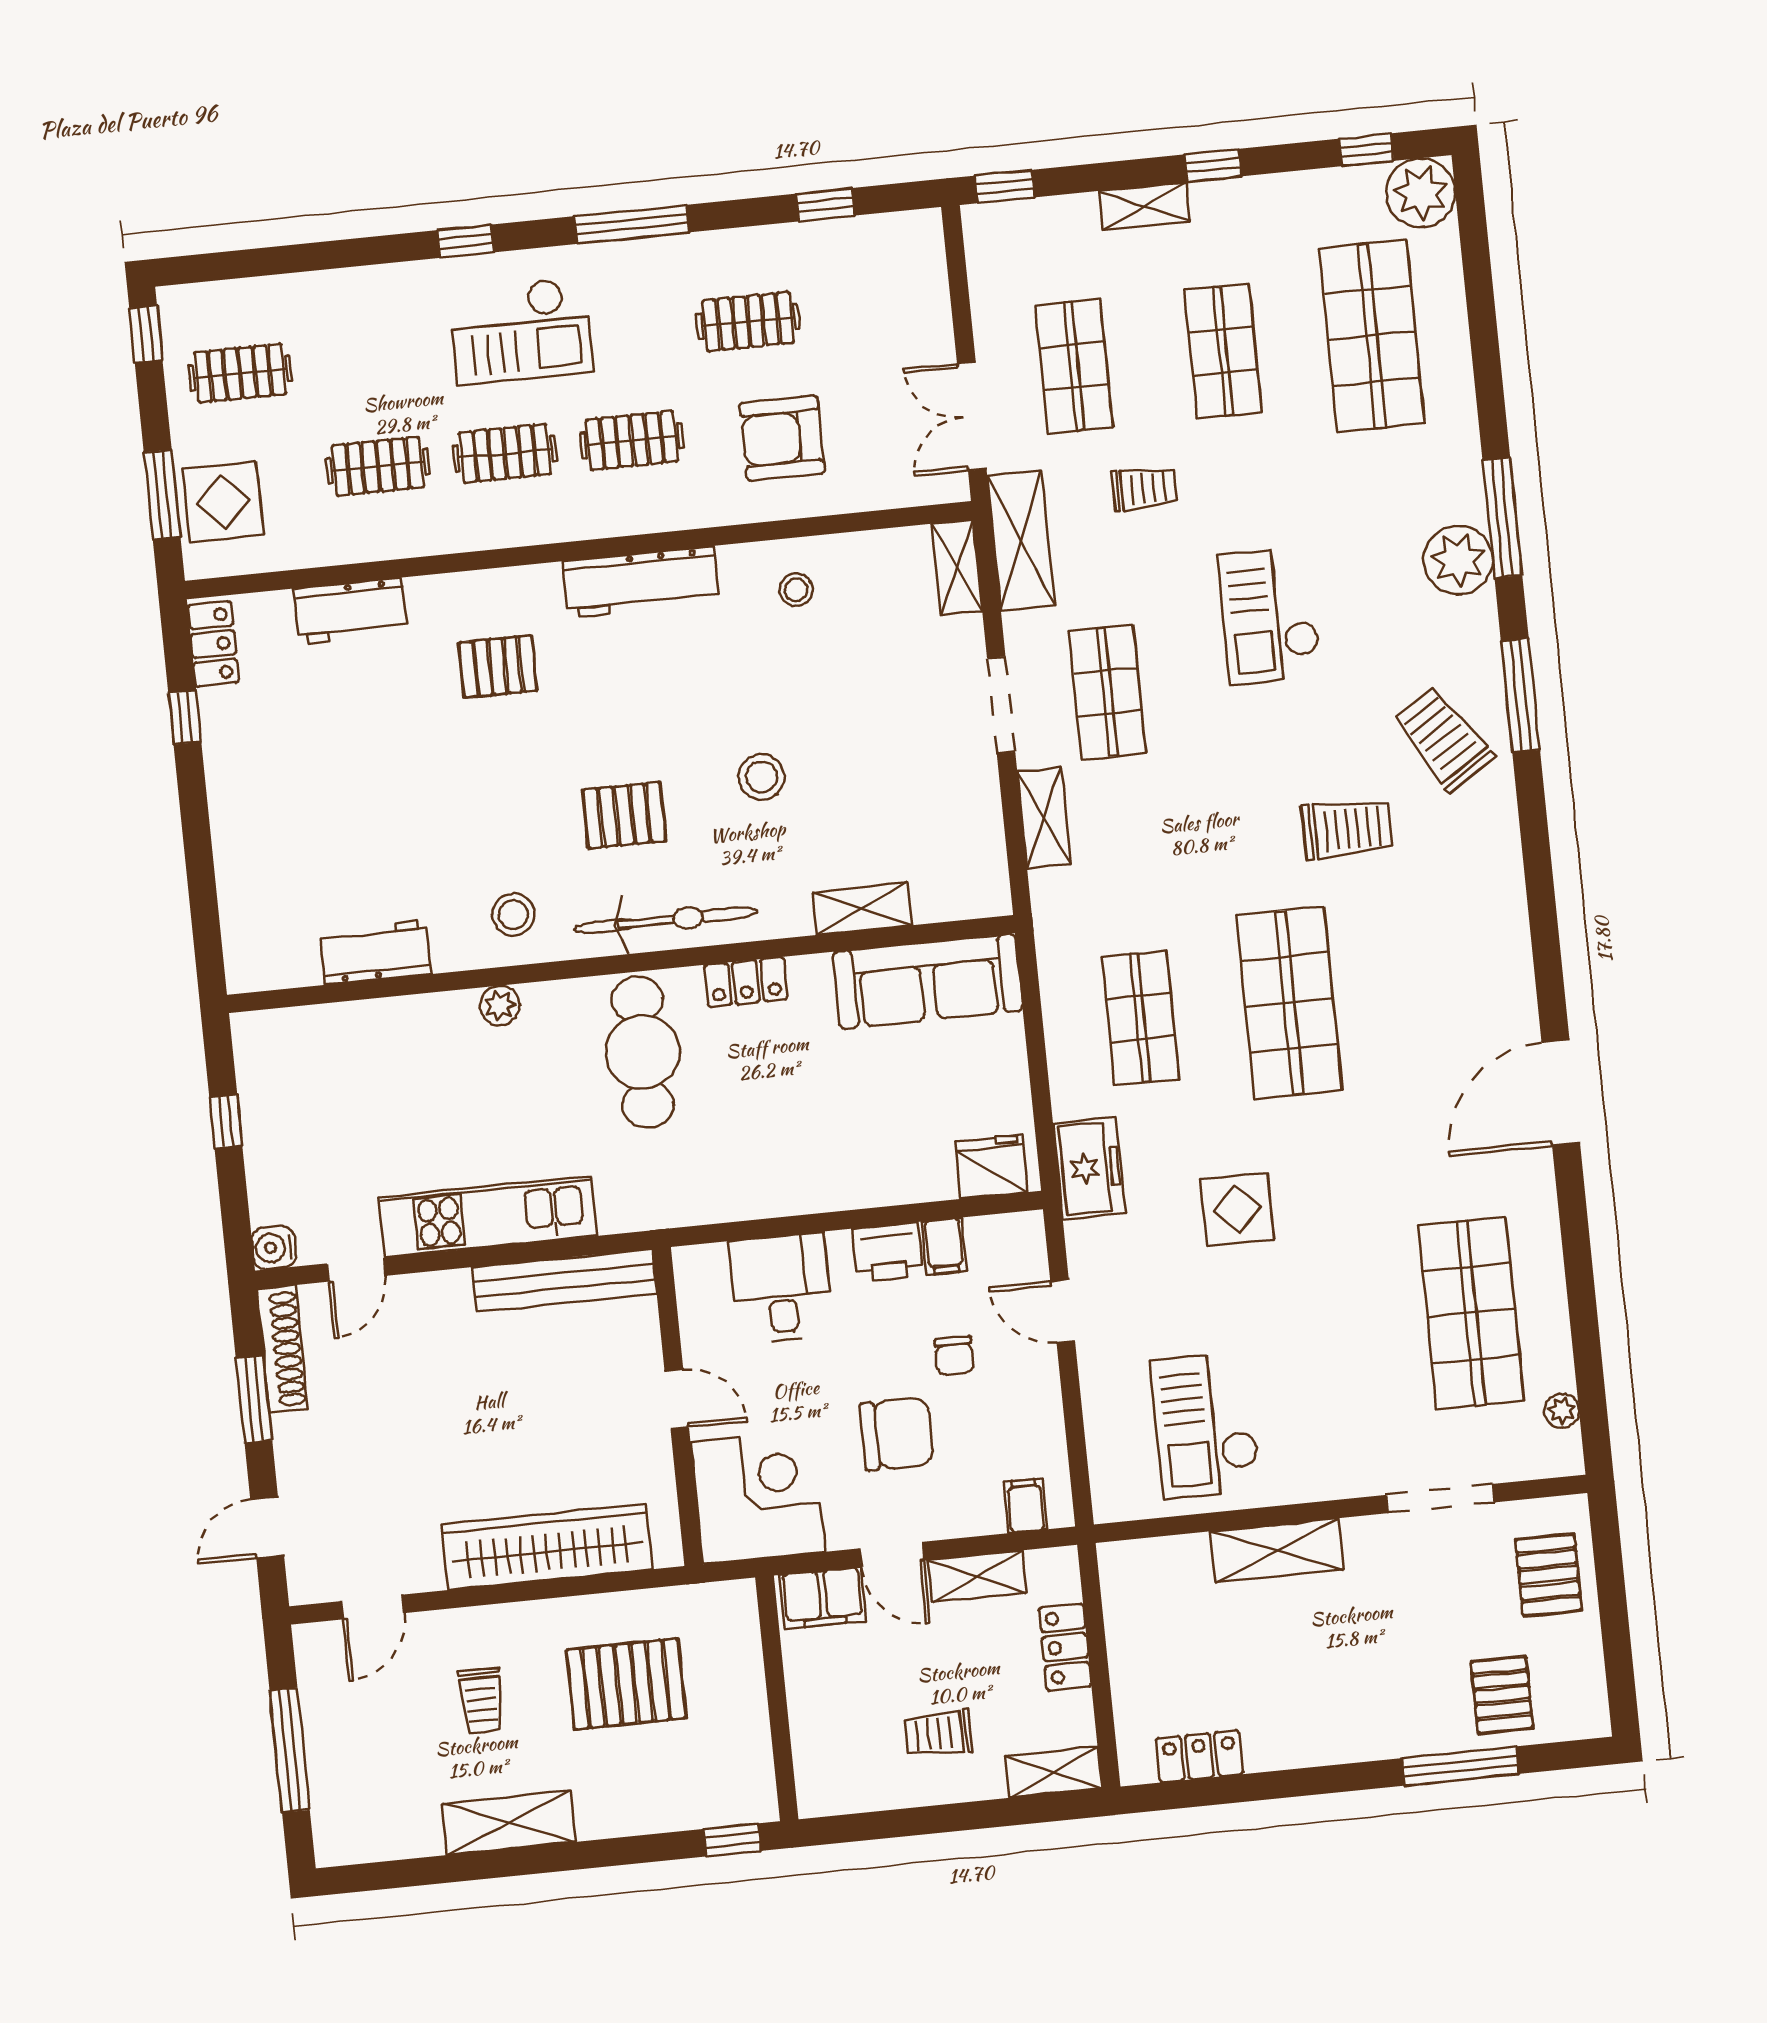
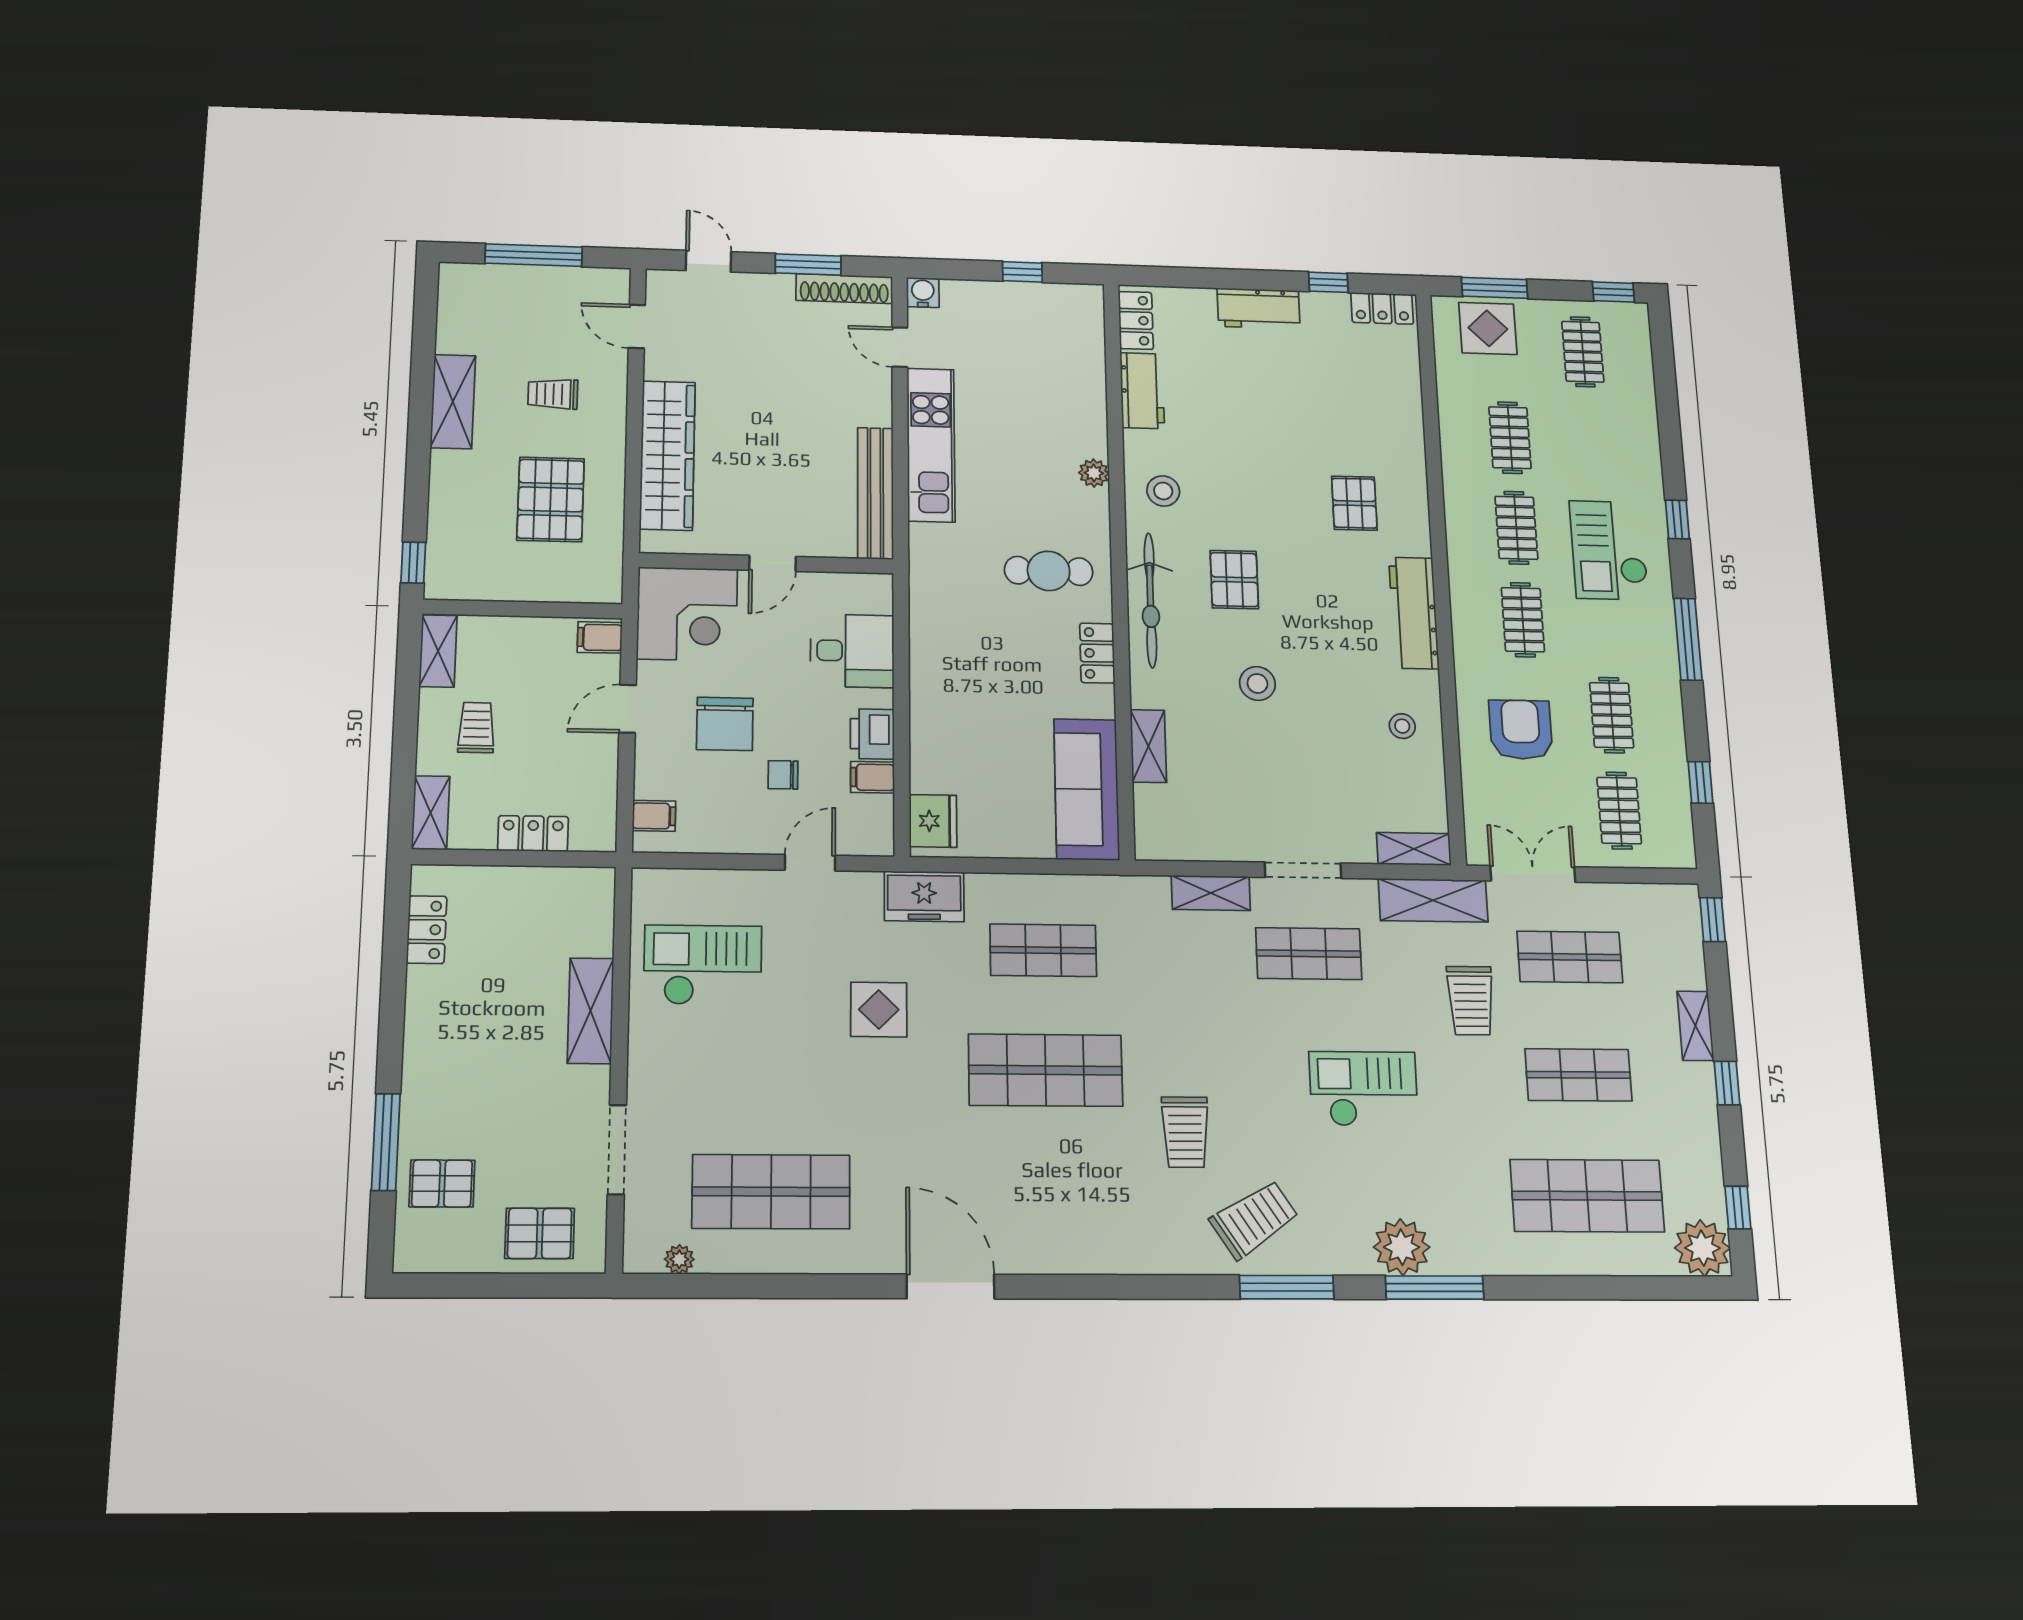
clothes rail: (875, 309) -> (1619, 811), added
trolley: (1144, 488) -> (1471, 1001), width x1.36, depth x1.39
workbench: (351, 611) -> (1259, 308), moved, turned -90
locker: (276, 968) -> (1136, 320), added
cafe table: (643, 1052) -> (1049, 571), width x0.73, depth x0.74
shelving: (977, 1576) -> (438, 651), moved
filing cabinet: (823, 1598) -> (600, 637), width x0.50

